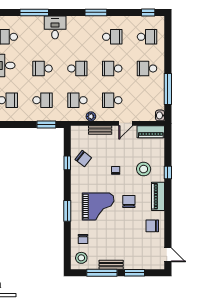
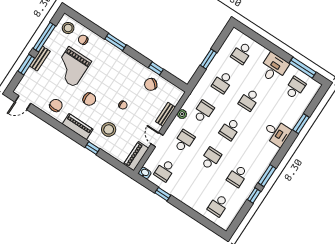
window: (34, 12) -> (301, 124), width x0.69
window: (148, 12) -> (254, 195), moved
school desk: (43, 68) -> (249, 100), turned 180
school desk: (147, 68) -> (165, 170), moved, turned 180
window: (168, 89) -> (163, 194), width x0.46
window: (46, 124) -> (208, 59), moved
grand piano: (98, 207) -> (72, 67), moved
bench: (111, 265) -> (40, 59), moved

